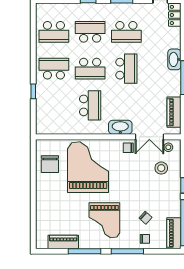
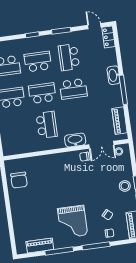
school desk: (126, 32) -> (69, 57), turned 90
school desk: (90, 69) -> (42, 93), turned 180
school desk: (126, 69) -> (73, 89), turned 90
grand piano: (88, 167) -> (52, 178), removed
stool: (161, 168) -> (125, 186), moved

